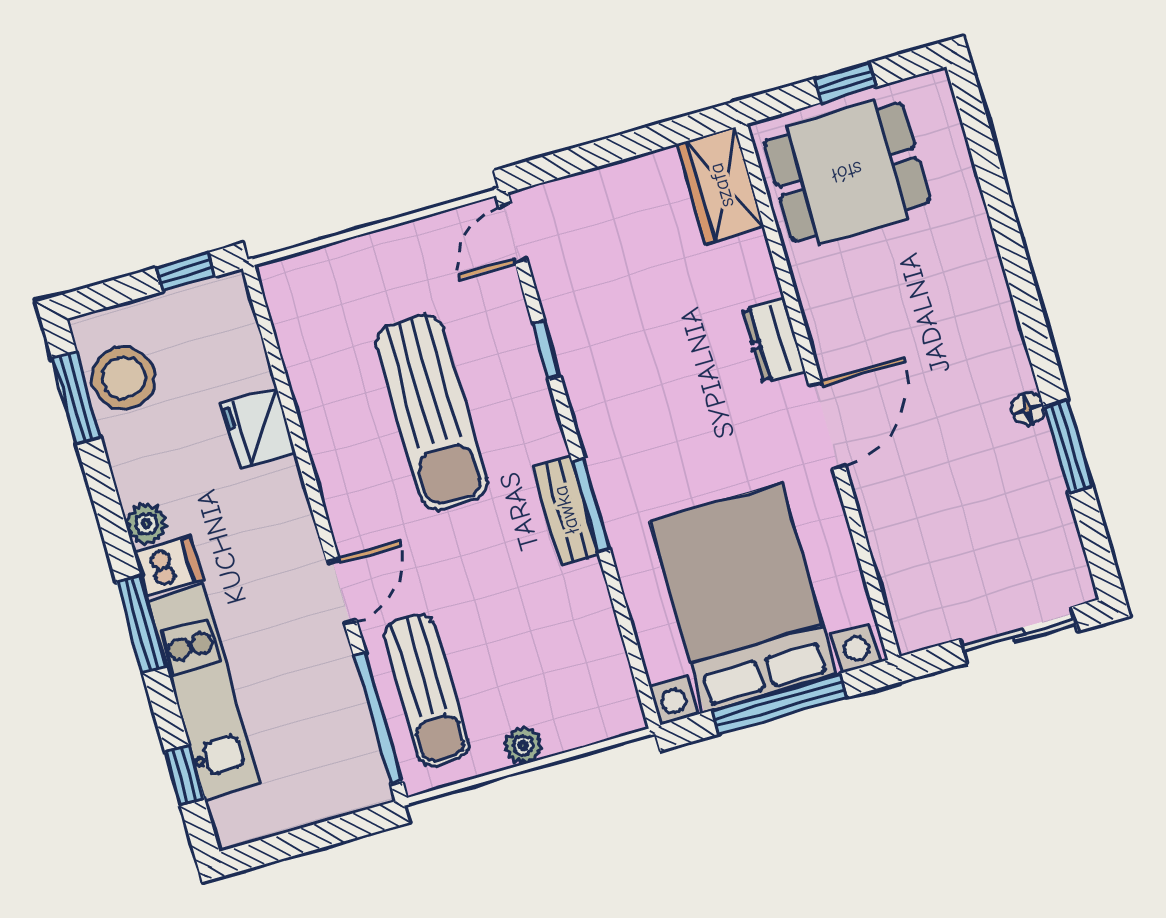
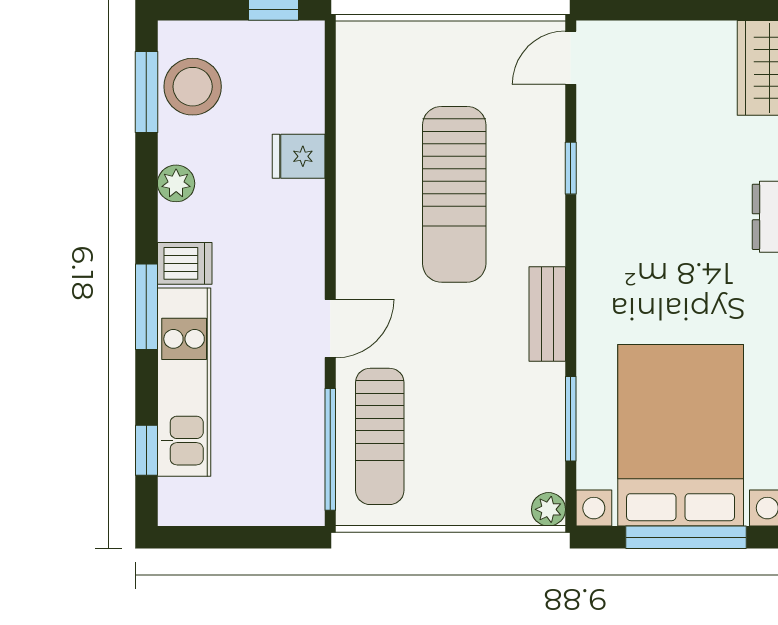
fridge: (259, 428) -> (299, 156), width x0.72
window: (591, 505) -> (571, 419), moved
plant: (146, 524) -> (176, 183), moved
plant: (523, 745) -> (548, 509), moved

